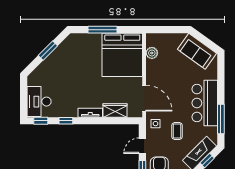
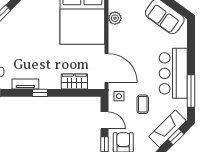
tv unit: (90, 113) -> (25, 84), moved
window: (66, 121) -> (40, 93), moved
door: (142, 146) -> (105, 120), swing flipped

